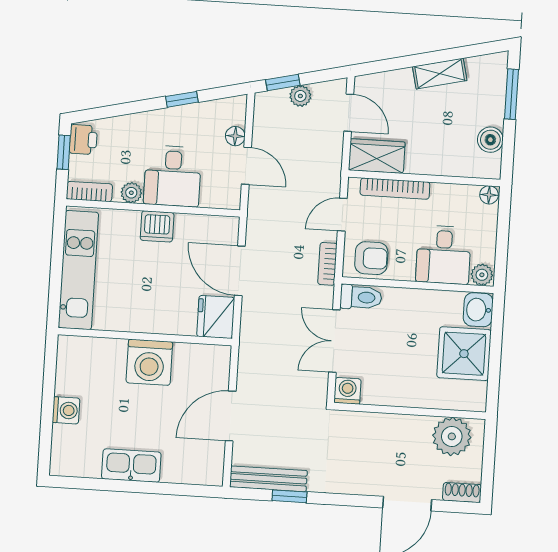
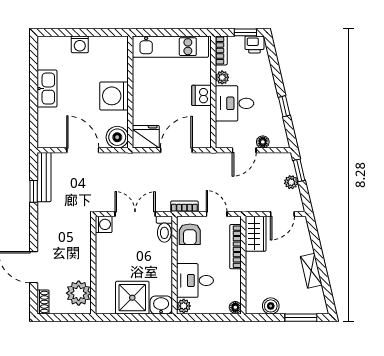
boiler: (214, 361) -> (117, 137), added

